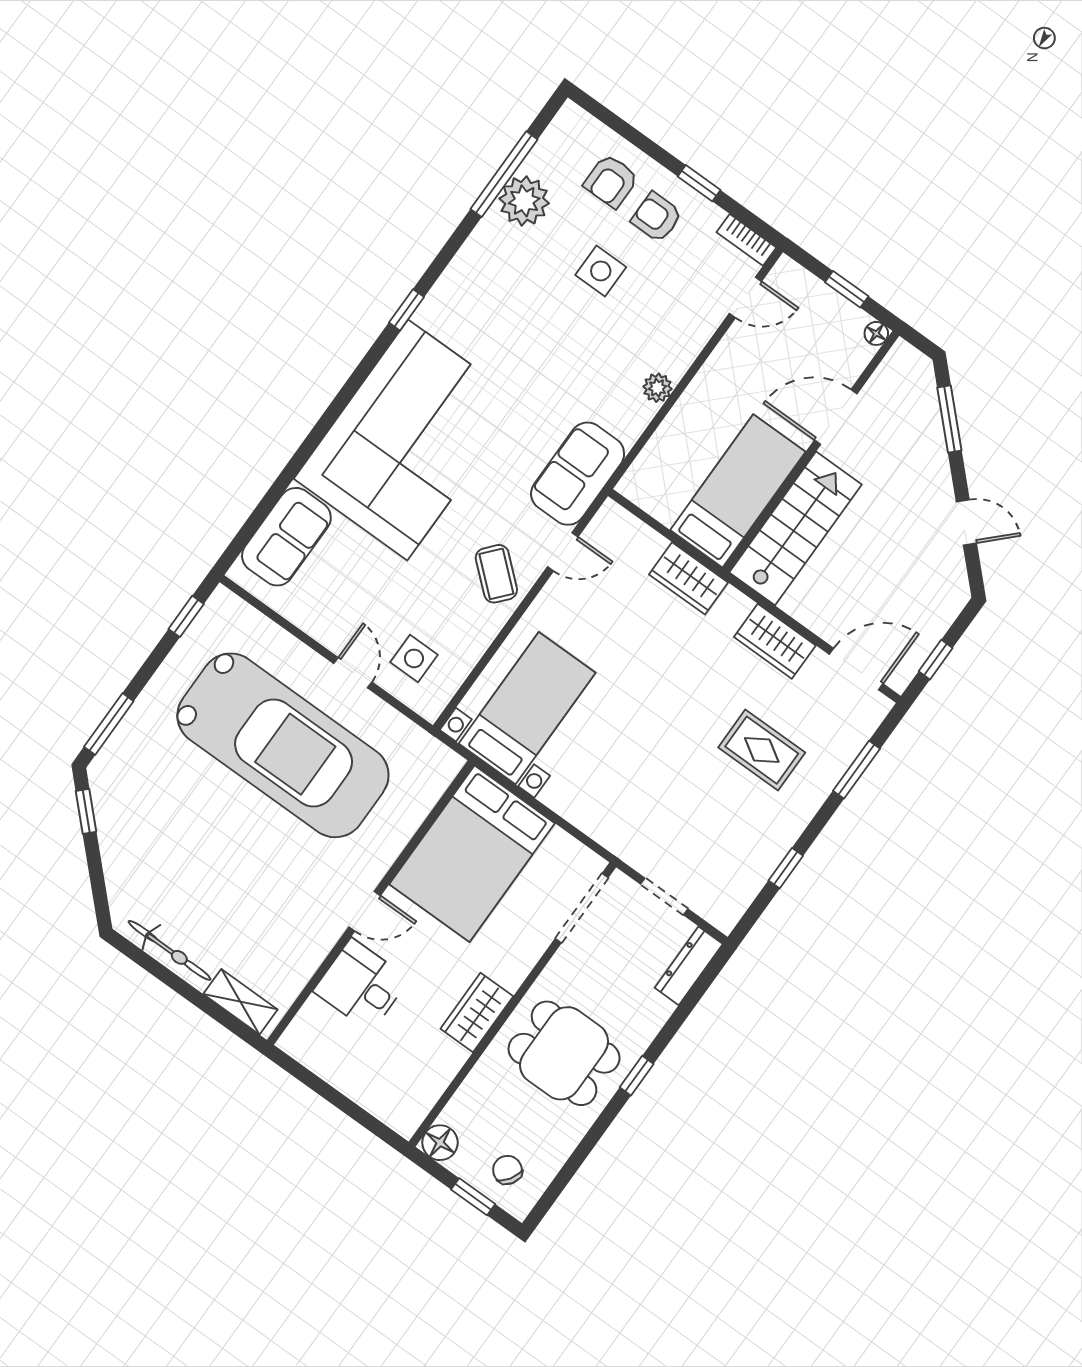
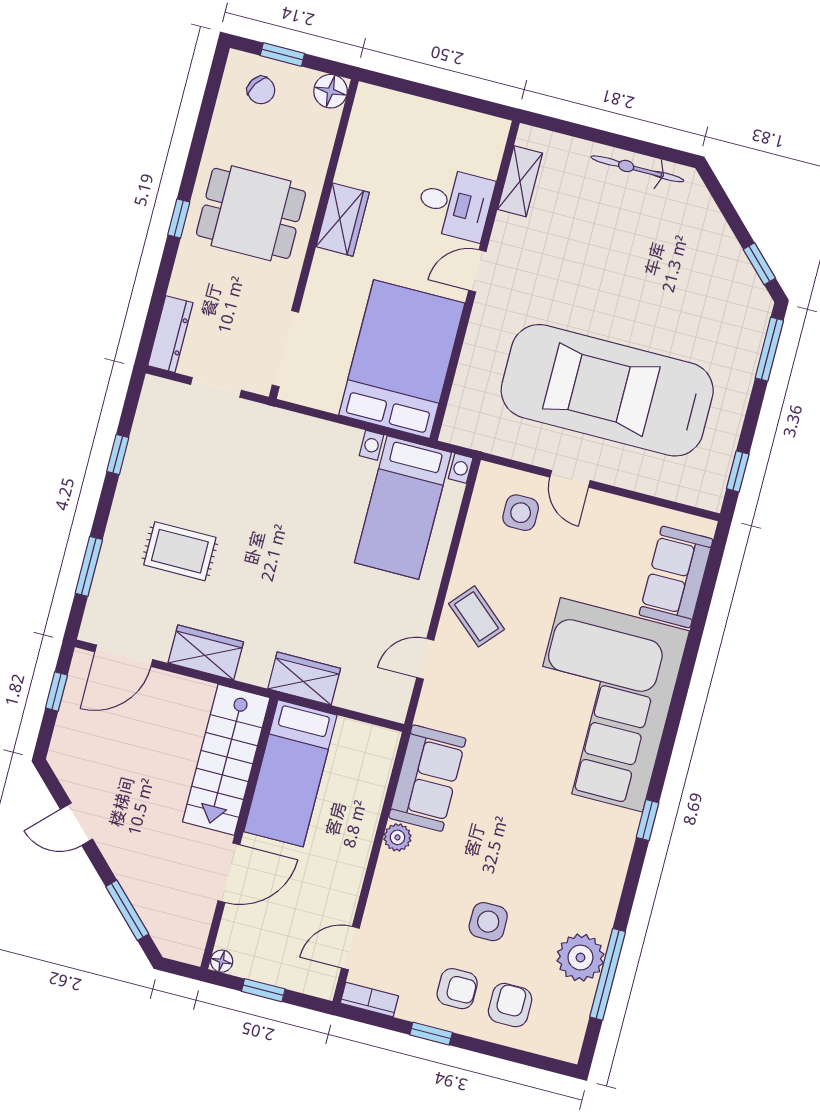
sofa: (578, 474) -> (427, 778), moved
shelving: (240, 1002) -> (520, 181), moved, turned 90

